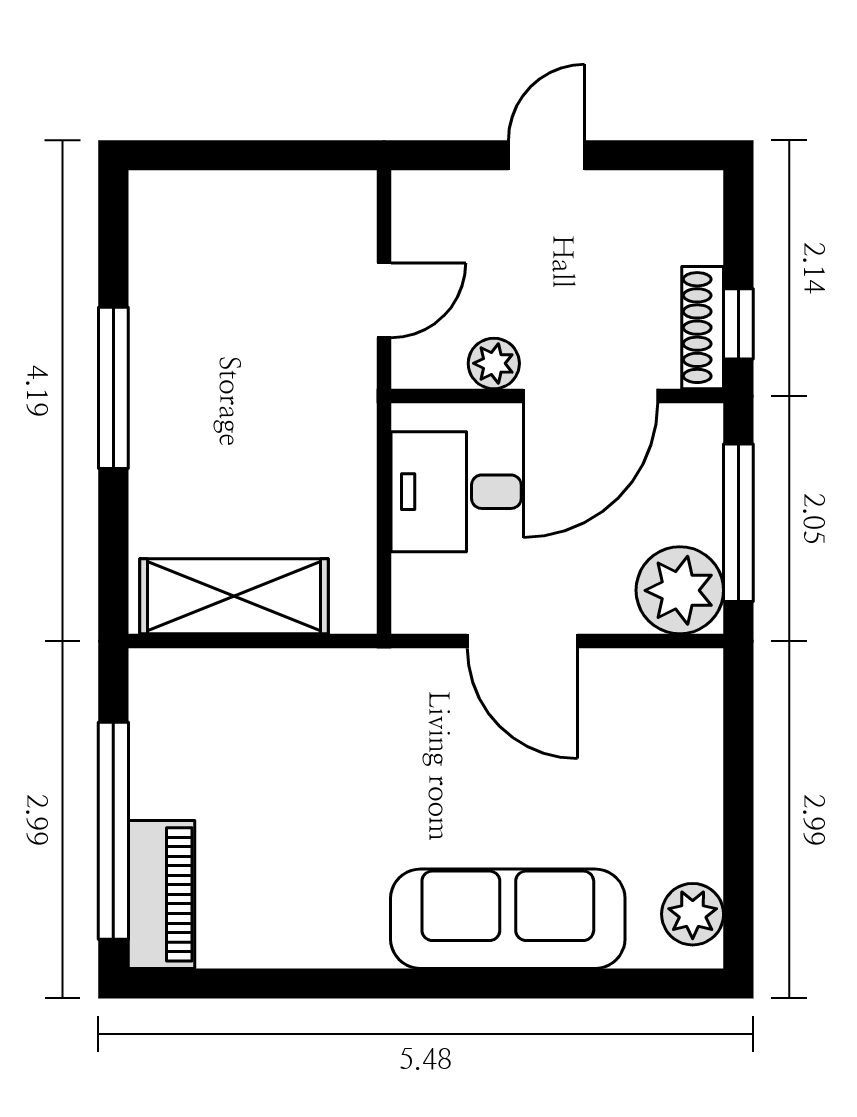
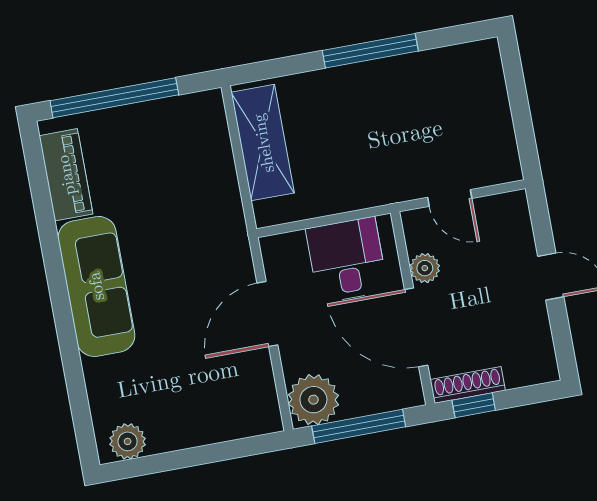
piano: (161, 894) -> (66, 175), moved, turned -90
sofa: (508, 919) -> (96, 286), moved

